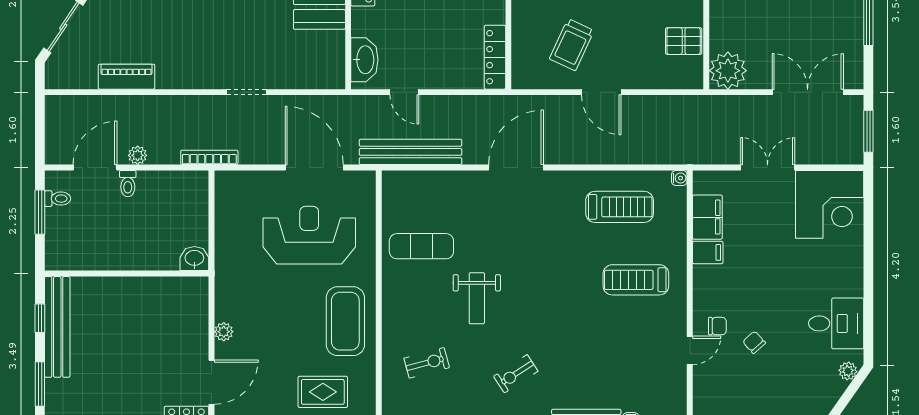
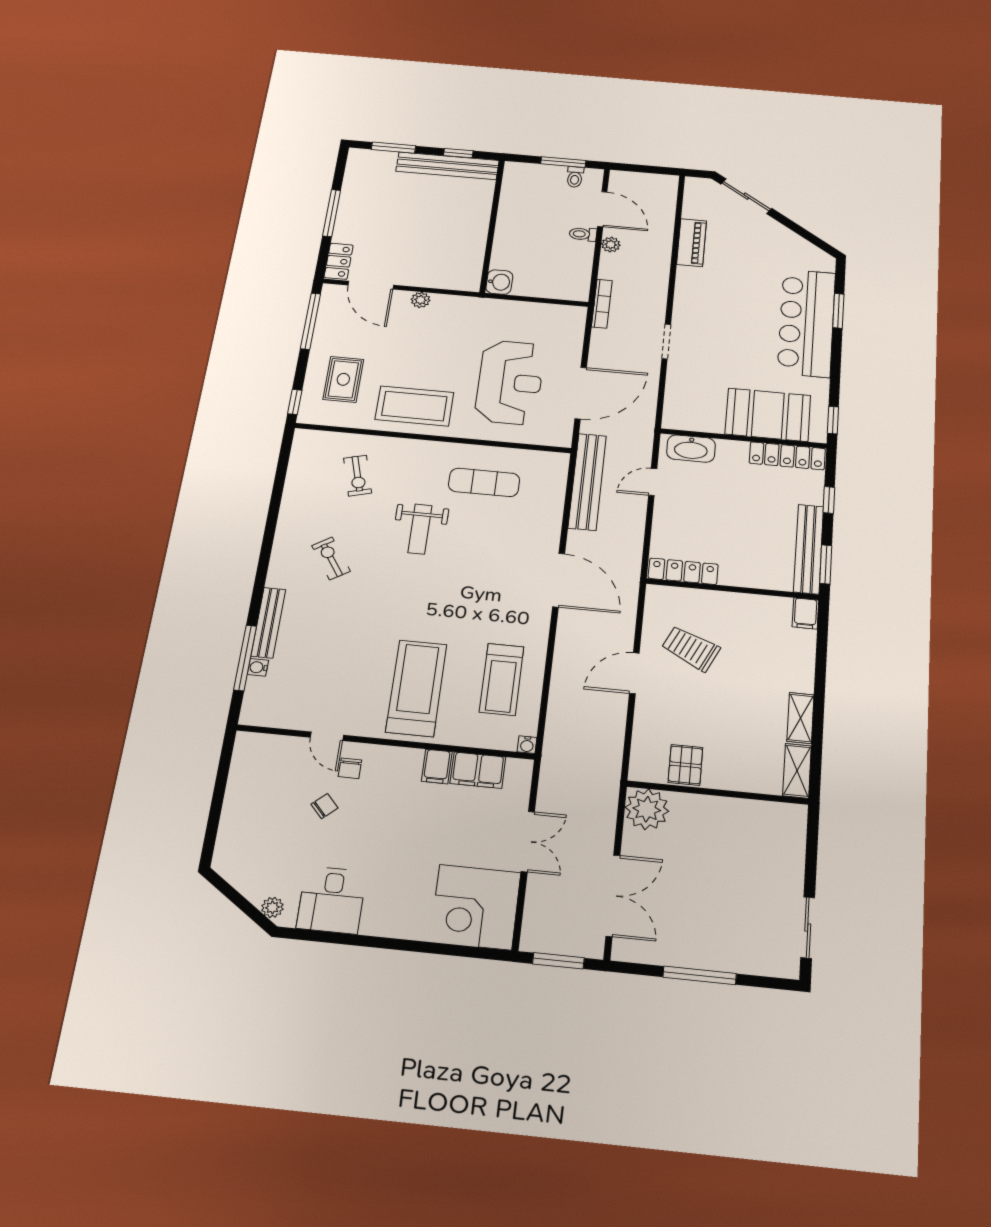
exercise mat: (421, 246) -> (484, 482), turned 90
treadmill: (636, 280) -> (416, 688), width x1.37, depth x1.38
weight bench: (477, 298) -> (420, 529), turned -90

